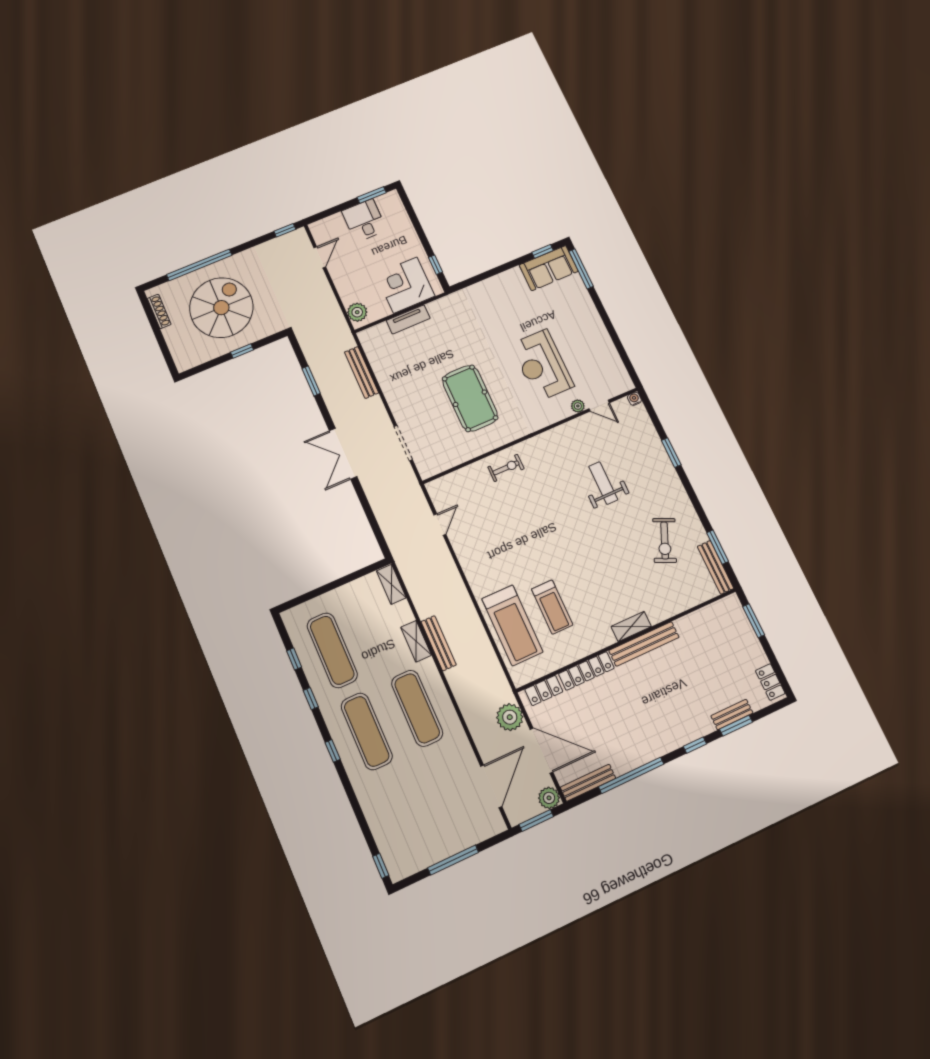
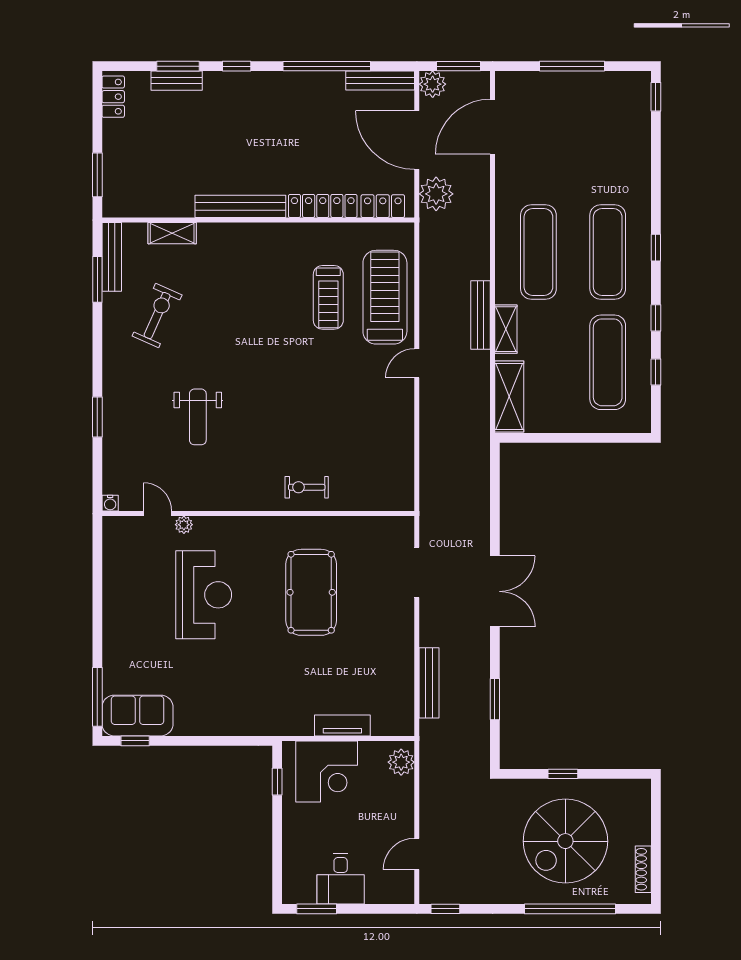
door: (440, 525) -> (417, 363), moved
shelving: (391, 584) -> (509, 396), width x1.50, depth x1.33
treadmill: (552, 607) -> (328, 297), turned 180
shelving: (631, 626) -> (172, 233), moved

